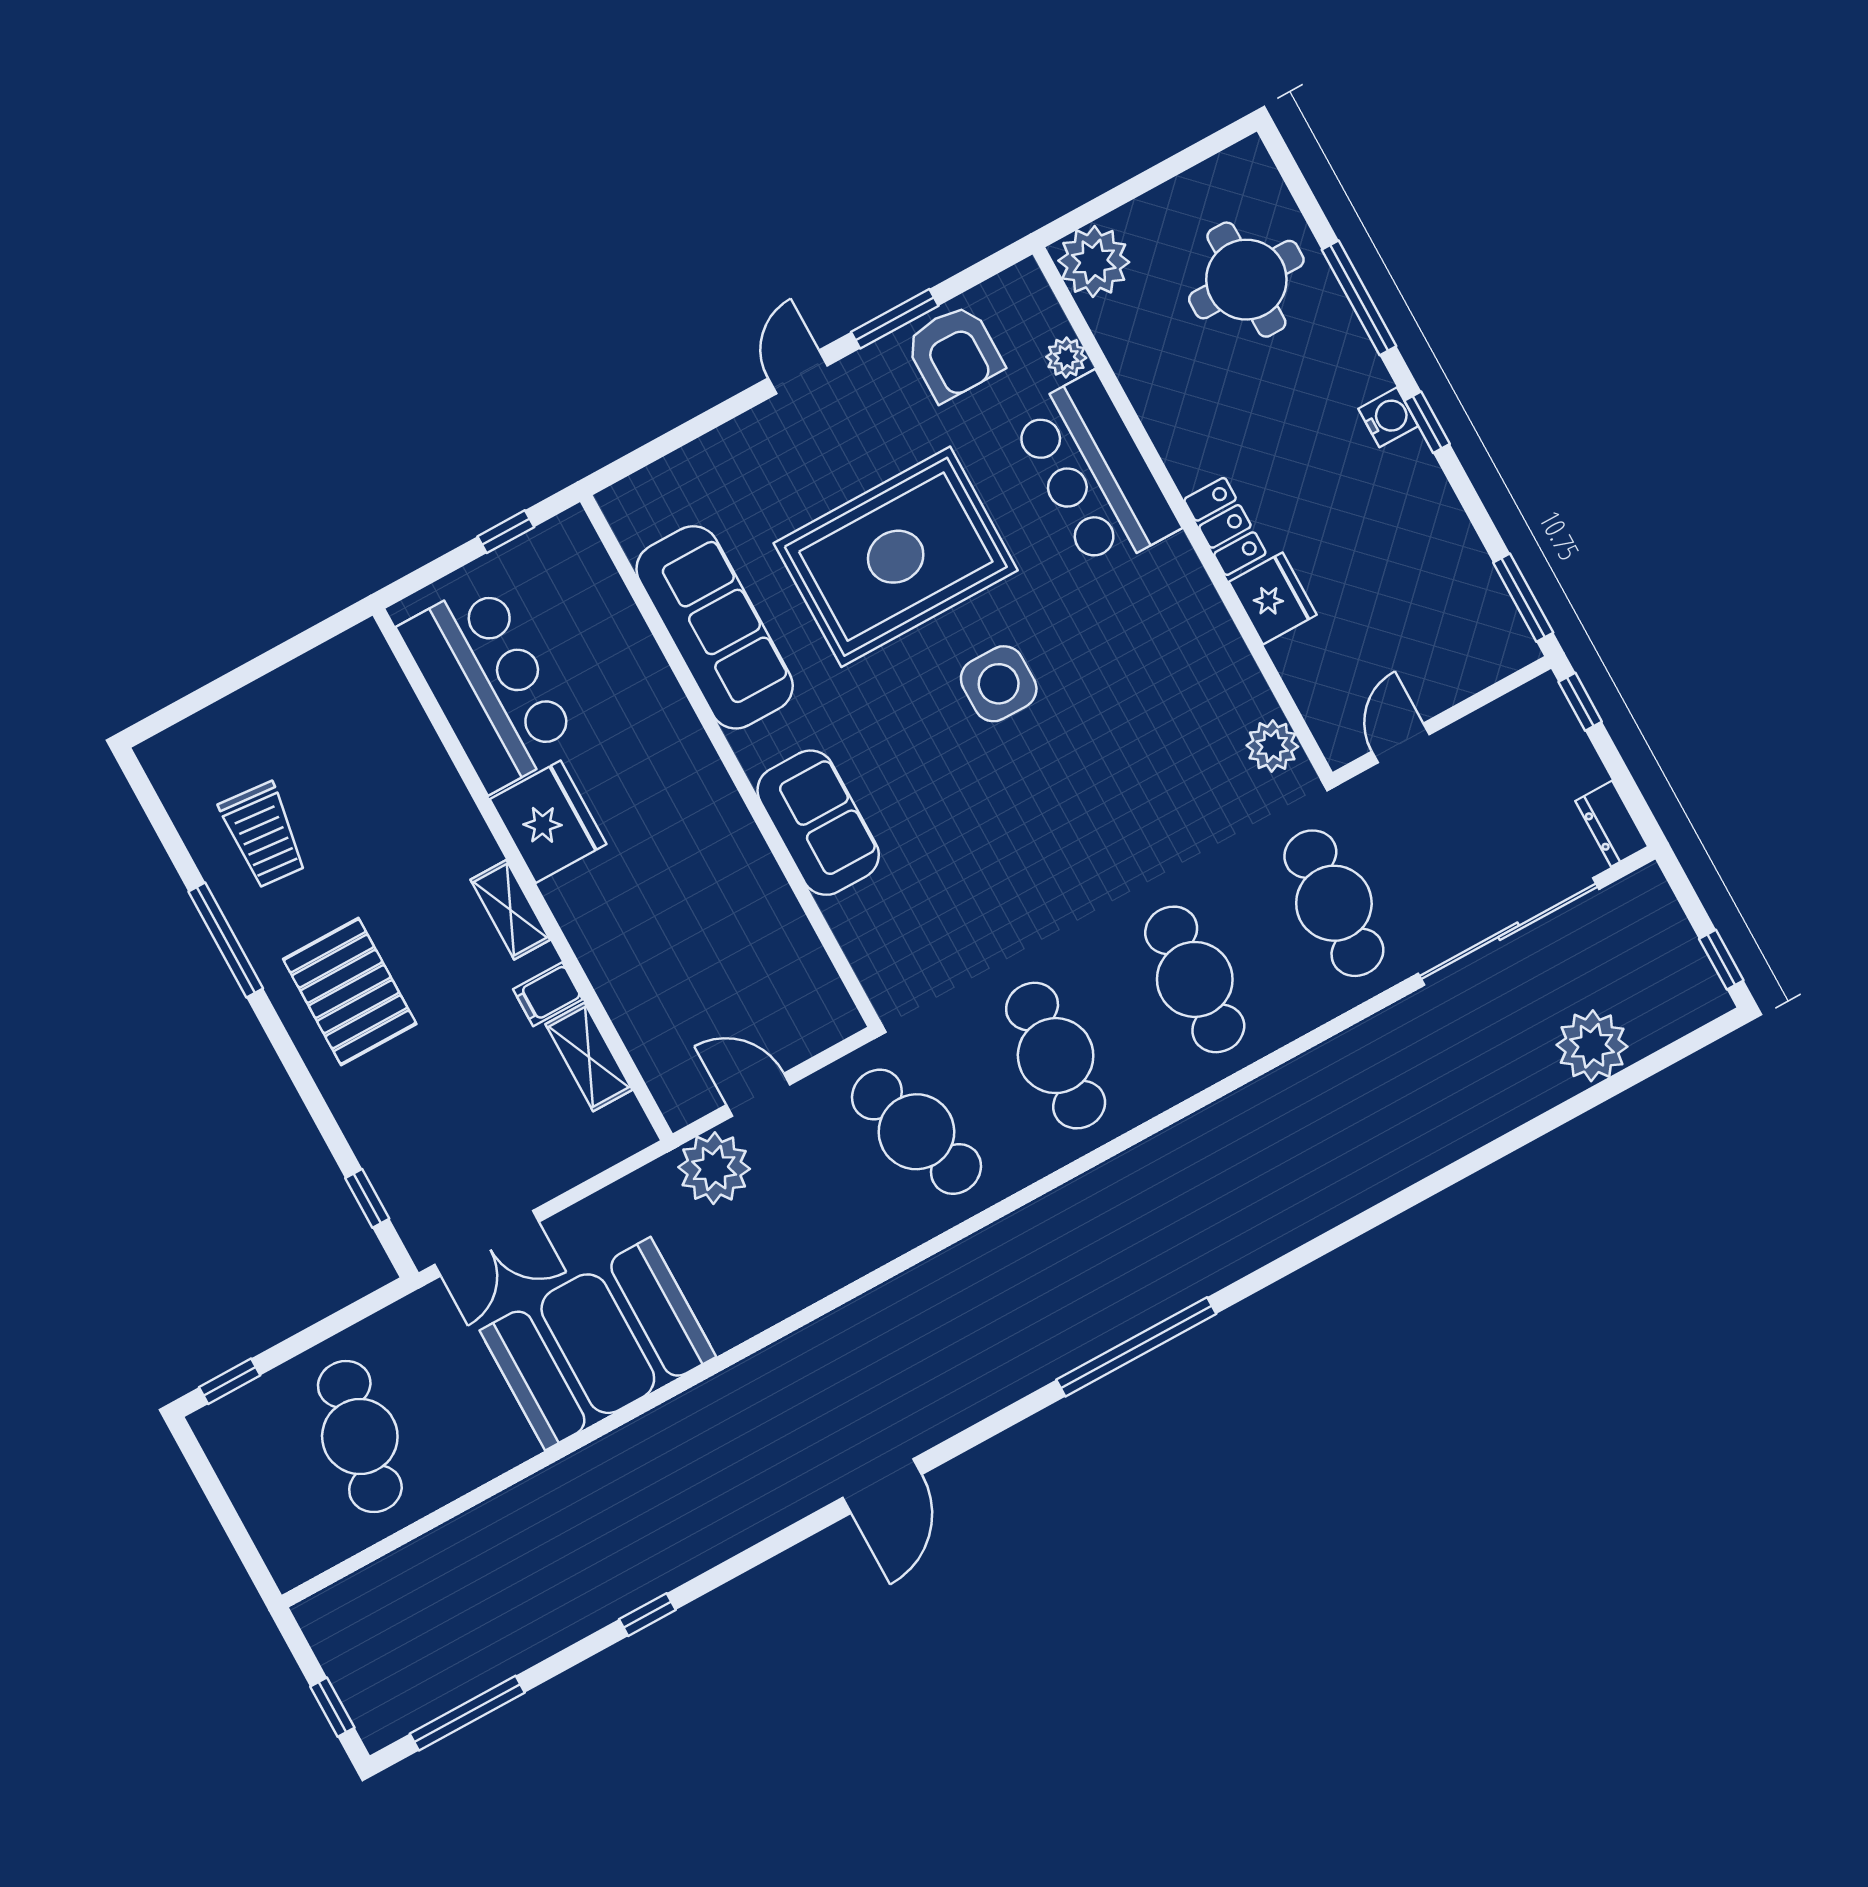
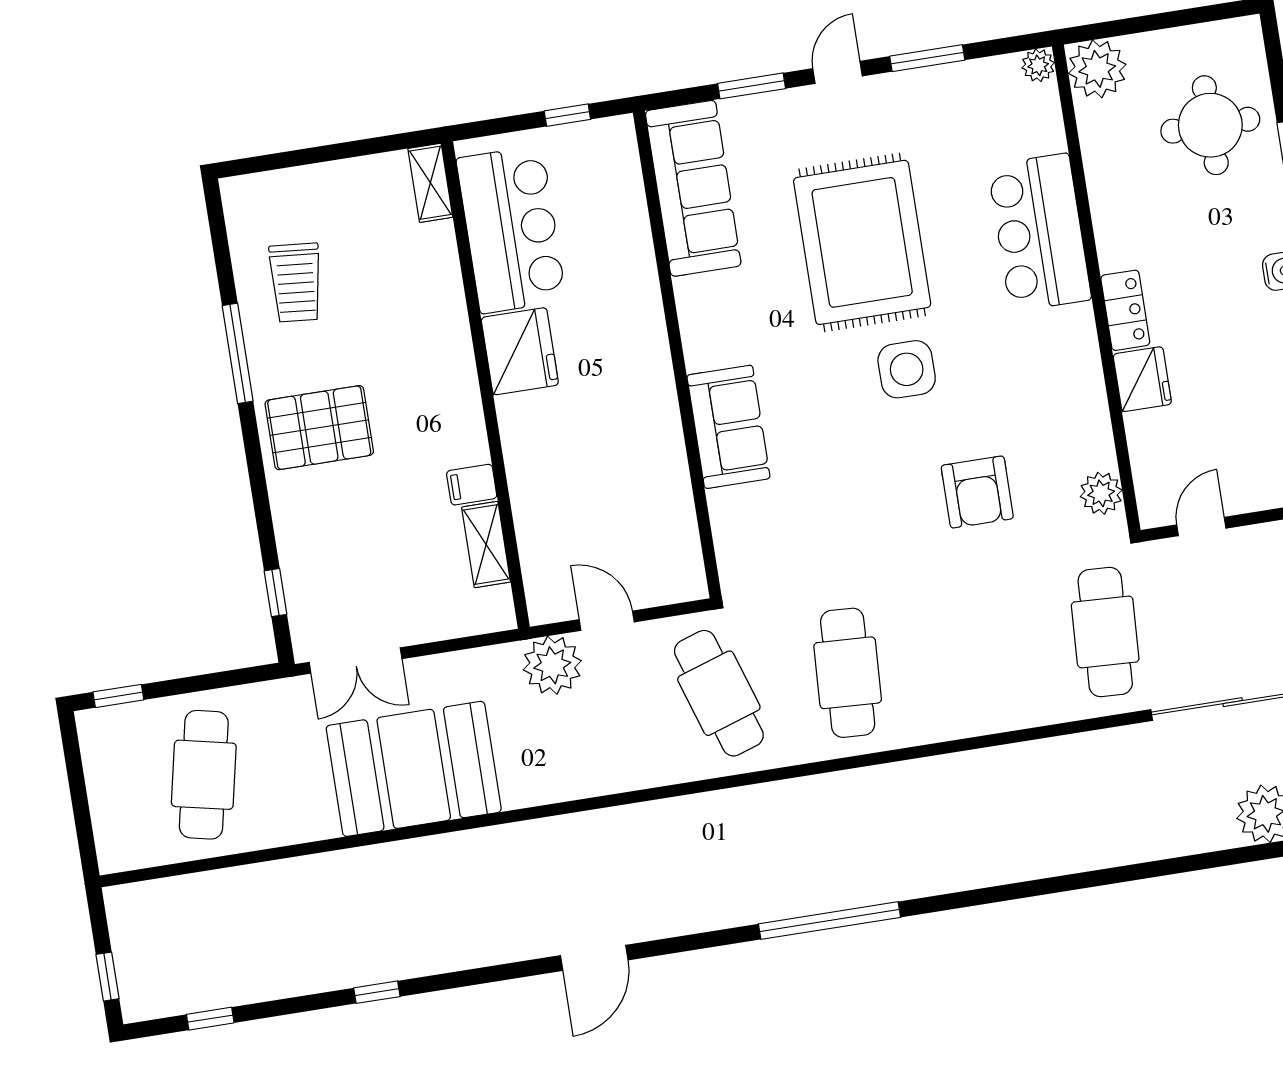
armchair: (954, 353) -> (977, 492), moved
plant: (1066, 357) -> (1038, 65), moved
window: (705, 423) -> (752, 86), added
rug: (896, 557) -> (862, 242), turned 90
sofa: (715, 627) -> (693, 188), moved
shelving: (510, 910) -> (430, 183), moved
cafe table: (1195, 979) -> (976, 652), removed
pallet: (350, 992) -> (319, 428), turned 90
window: (467, 1713) -> (210, 1019), width x0.46

